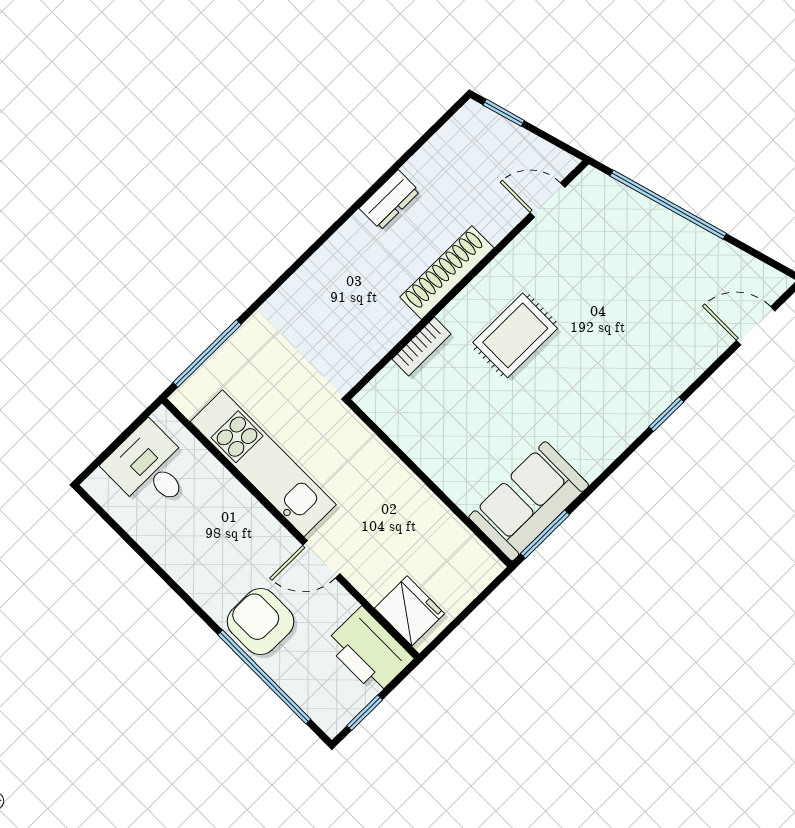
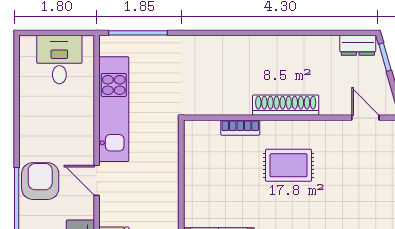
dresser: (389, 200) -> (358, 45), moved

